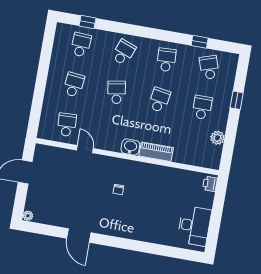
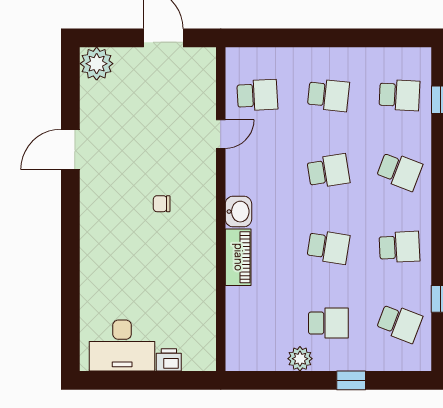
school desk: (209, 67) -> (399, 323), turned 39
plant: (217, 138) -> (300, 359), moved
printer: (210, 184) -> (169, 360), moved
plant: (28, 216) -> (97, 64), width x1.88, depth x1.88

